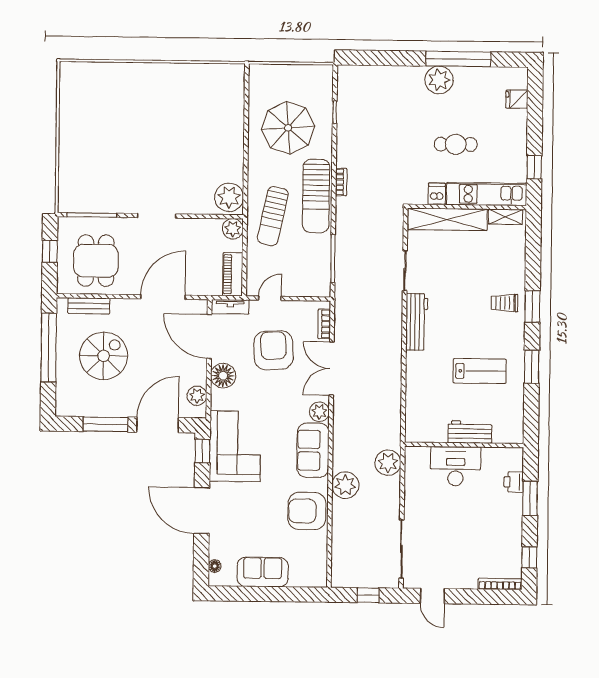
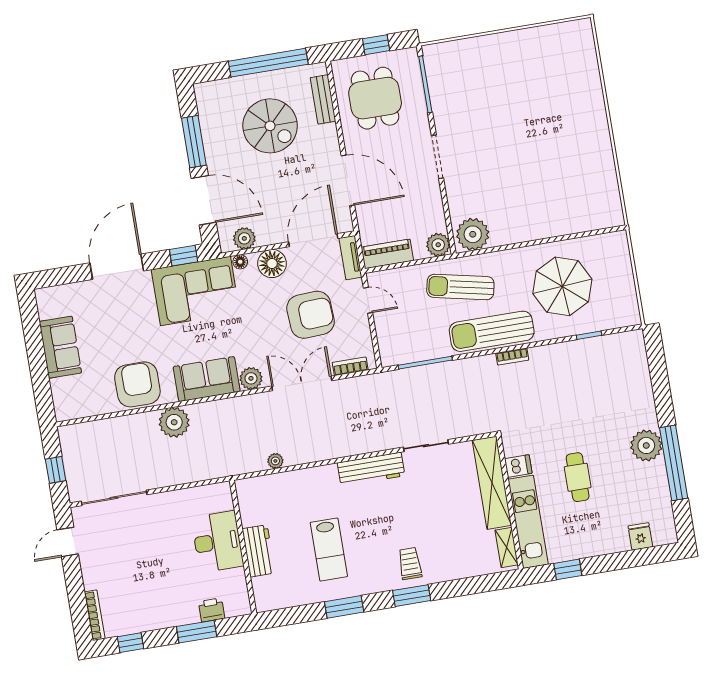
dining table: (96, 261) -> (375, 98), turned 90
plant: (388, 463) -> (275, 461), moved, width x0.53, depth x0.53
floor lamp: (215, 566) -> (240, 262), moved

